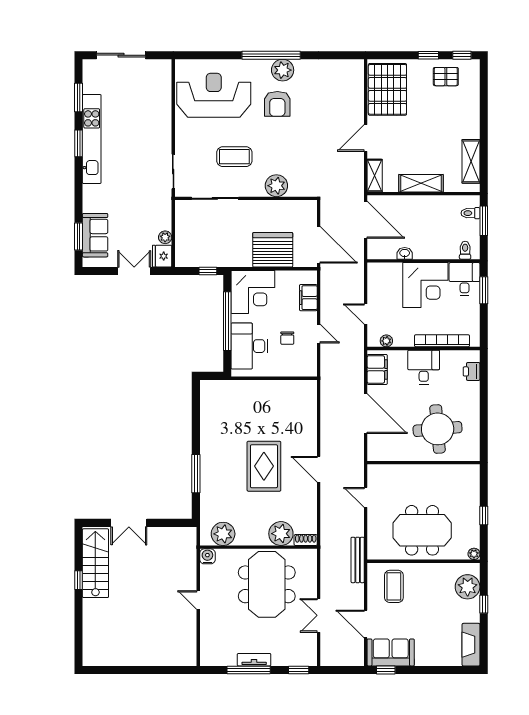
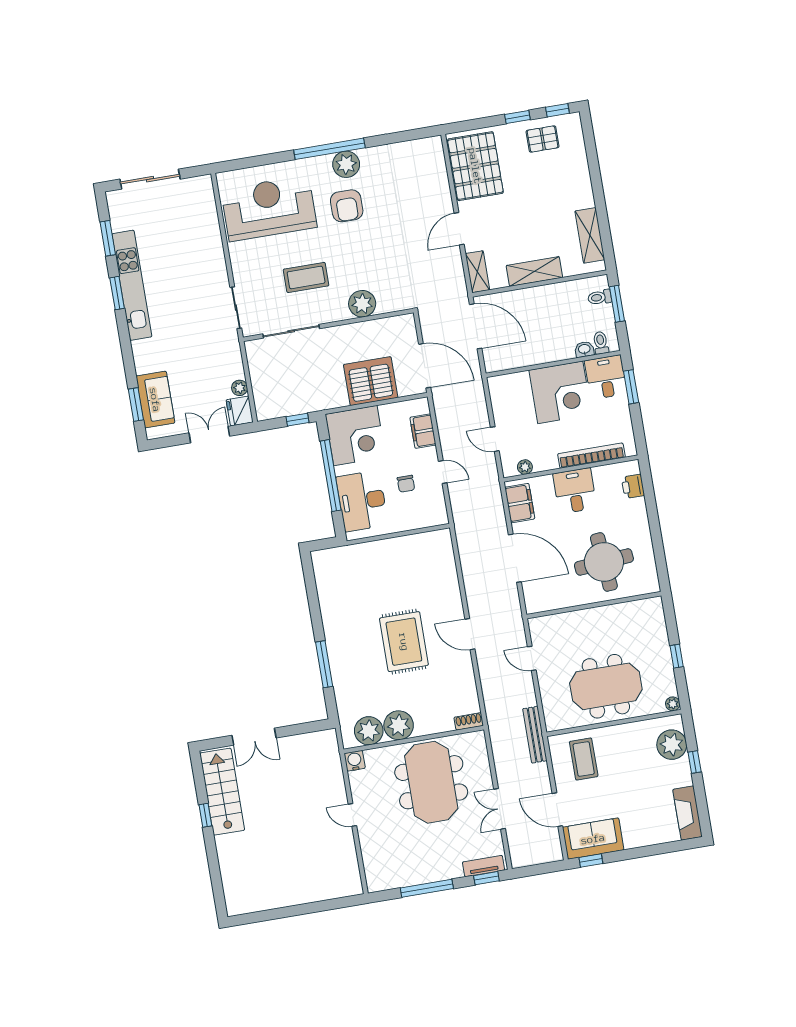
washbasin: (405, 253) -> (584, 349), moved
plant: (281, 534) -> (399, 725), moved
tv unit: (254, 660) -> (484, 866), moved

